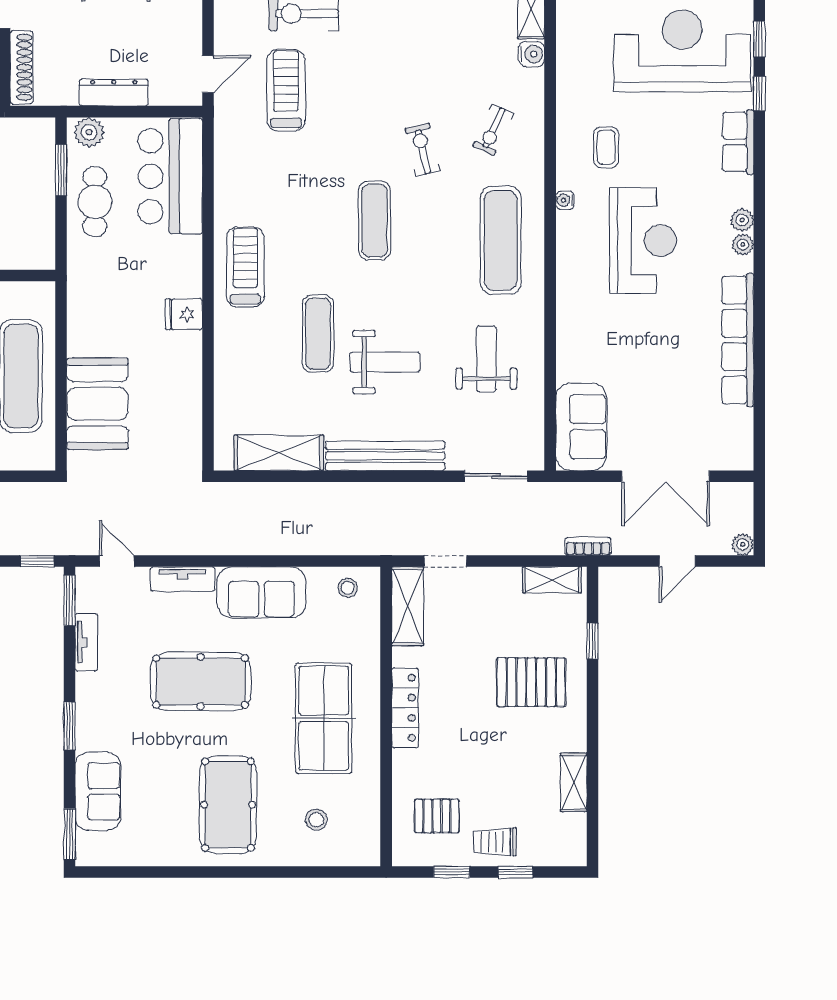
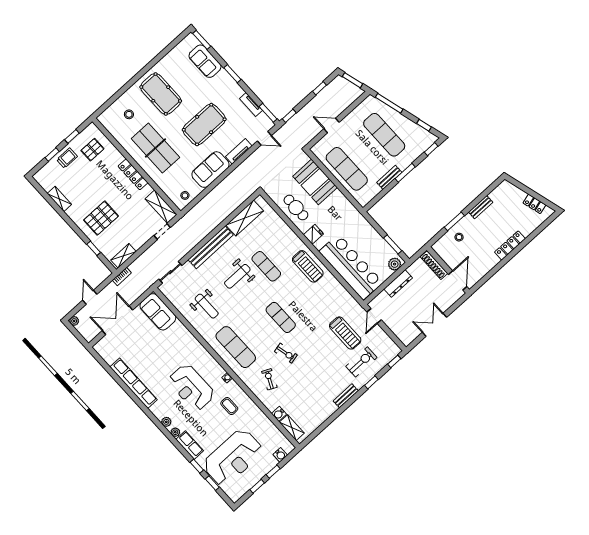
bar counter: (170, 176) -> (351, 267), width x1.36
cafe table: (95, 202) -> (296, 208), moved
plant: (743, 245) -> (175, 432), moved

